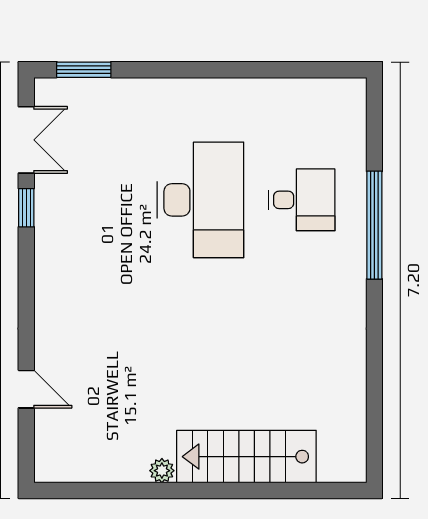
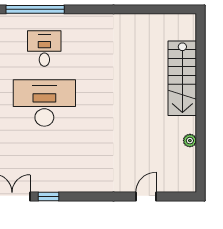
window: (374, 225) -> (35, 9), moved
plant: (162, 471) -> (190, 141), moved

